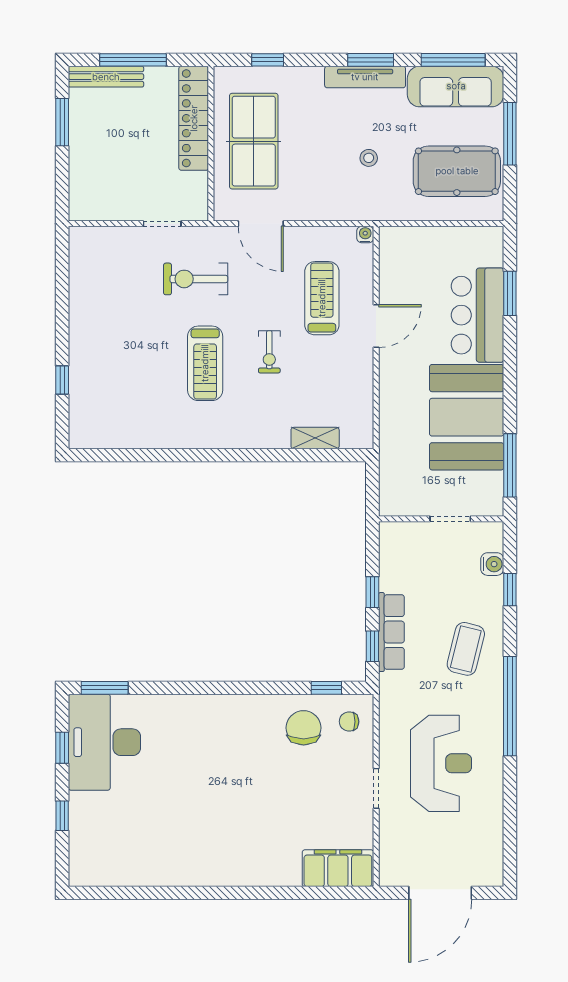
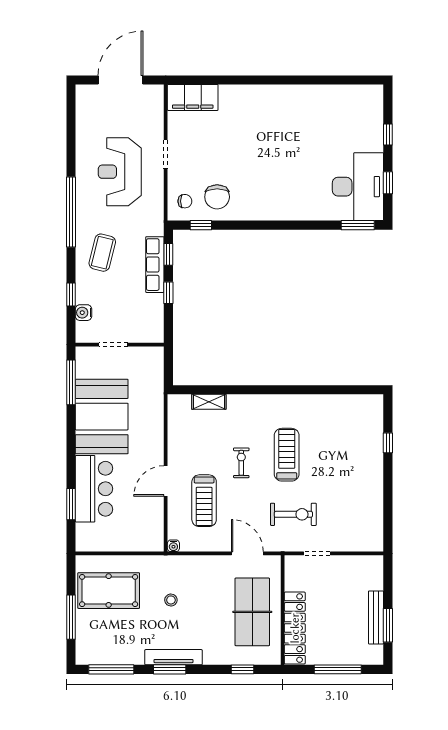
bench: (106, 77) -> (376, 617), moved, turned 90
sofa: (456, 86) -> (109, 651), removed

